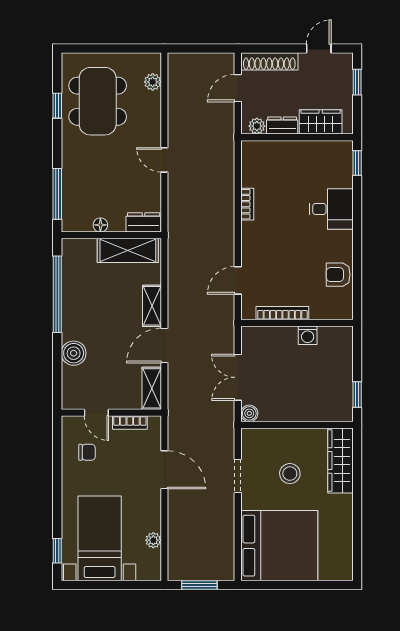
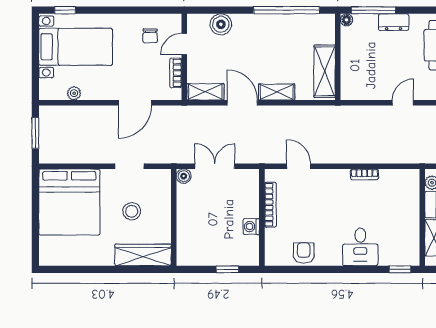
dresser: (144, 222) -> (394, 22), moved, turned 90
floor lamp: (100, 225) -> (346, 20), moved
boiler: (74, 353) -> (221, 24), moved
window: (357, 394) -> (227, 269), moved

